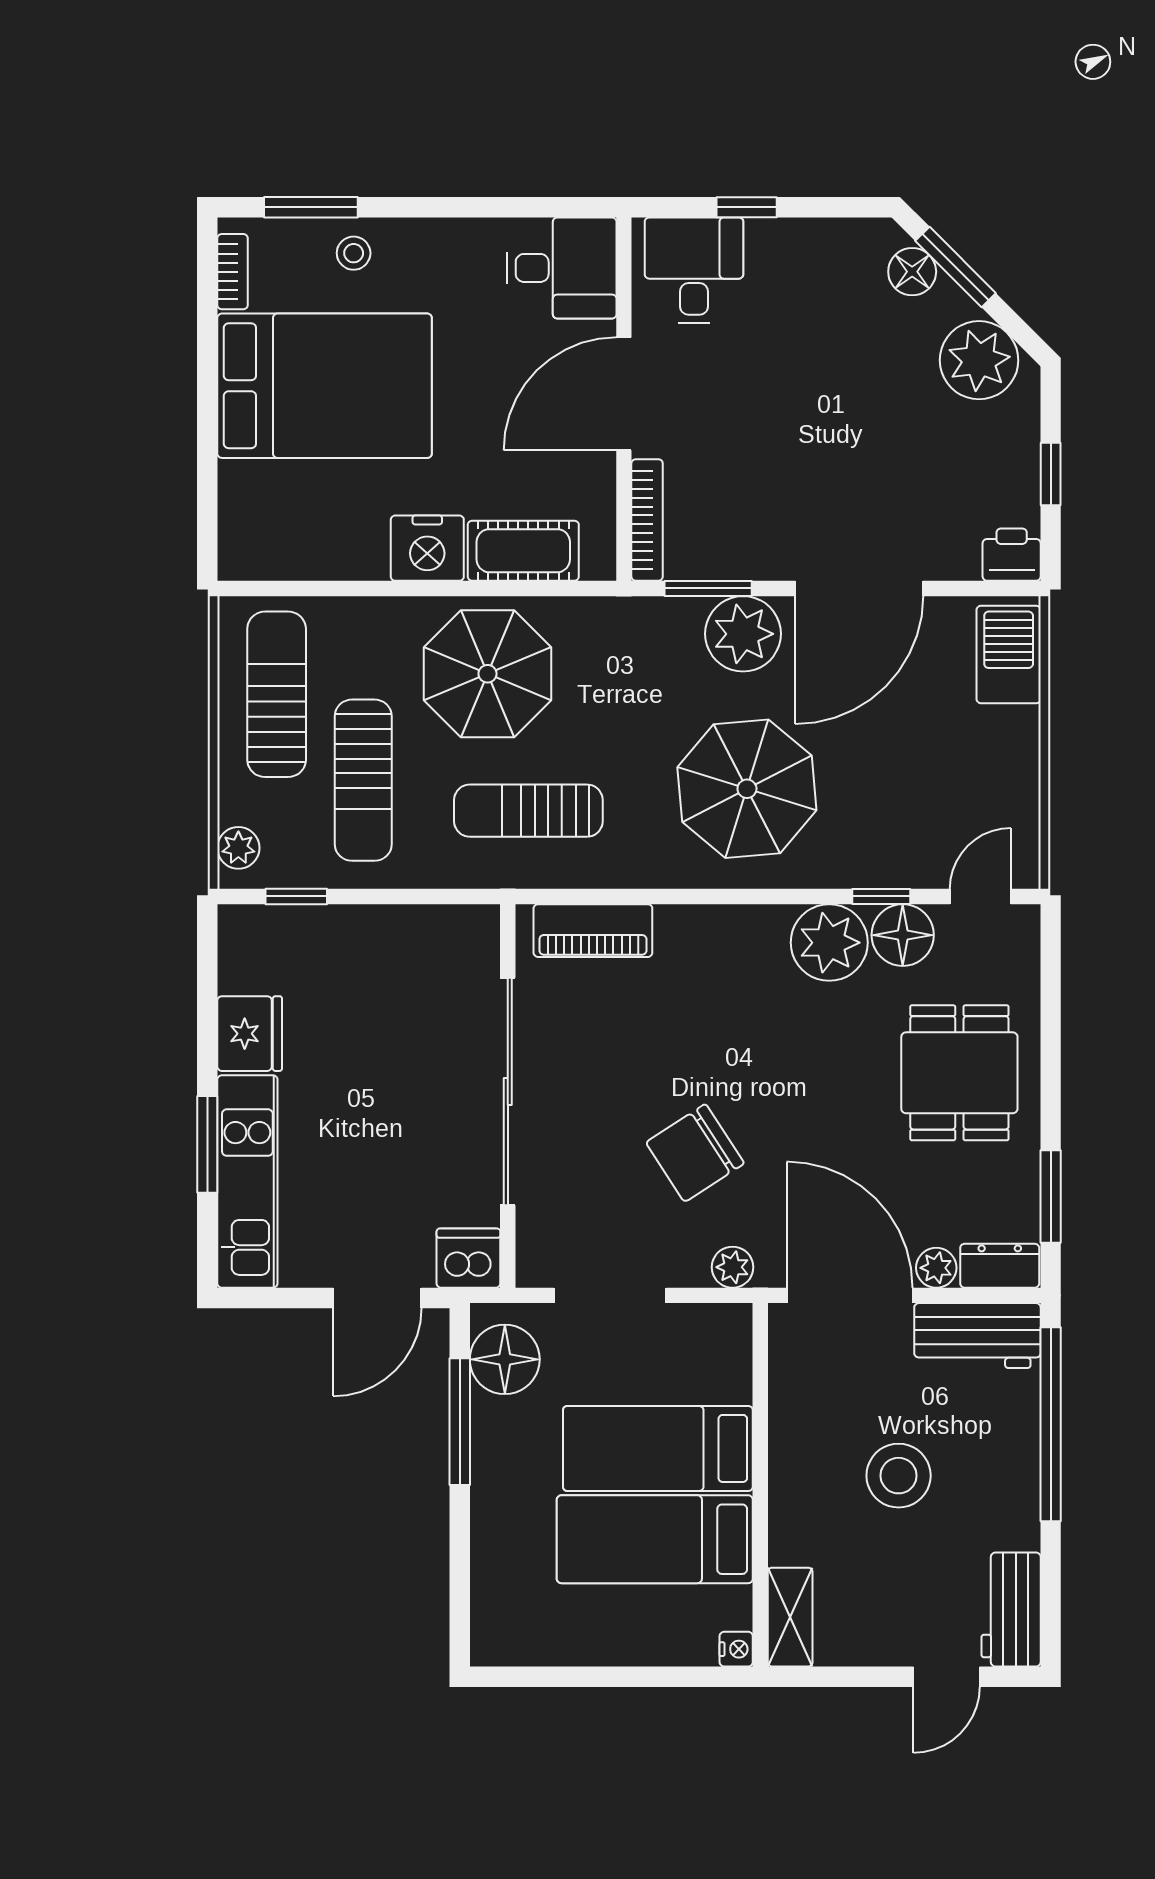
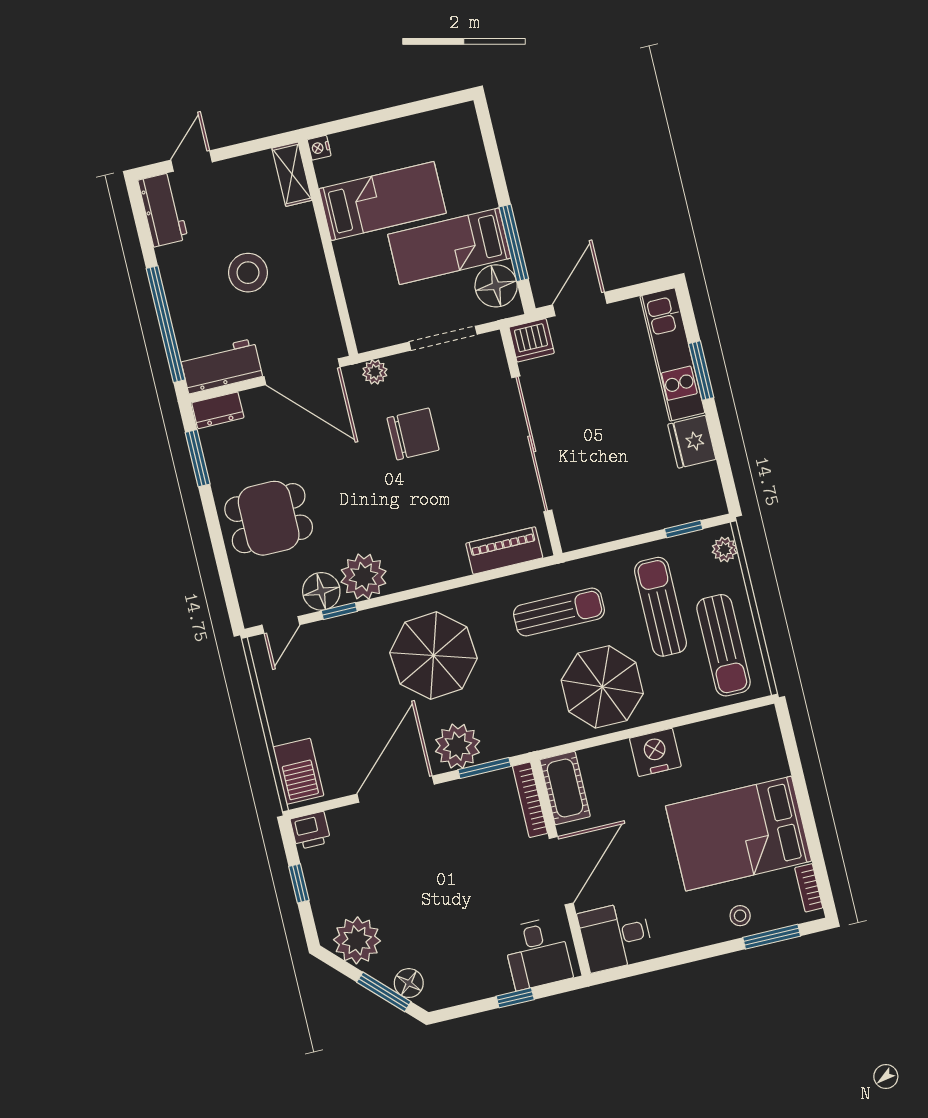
cot: (523, 551) -> (565, 788), moved, turned 90
dining table: (959, 1073) -> (269, 518), turned 90
chair: (695, 1153) -> (413, 434), turned 33
plant: (936, 1268) -> (255, 400), removed
bed: (658, 1448) -> (449, 246), moved, turned 180

